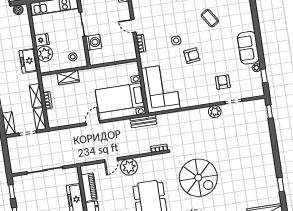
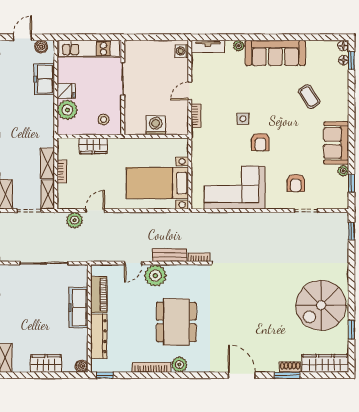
coffee table: (210, 18) -> (309, 97), moved
door: (134, 26) -> (190, 91), hinge flipped
washing machine: (94, 42) -> (156, 125), moved, turned -90
armchair: (192, 56) -> (260, 142), turned 97
freezer: (28, 61) -> (44, 79), moved
armchair: (223, 82) -> (296, 183), turned 180
corner sofa: (161, 88) -> (235, 188), moved, turned -90
plant: (215, 112) -> (75, 220), moved
bench: (143, 121) -> (170, 255), moved
door: (93, 123) -> (95, 211), moved
spiral stairs: (198, 178) -> (321, 305), moved, turned 90

